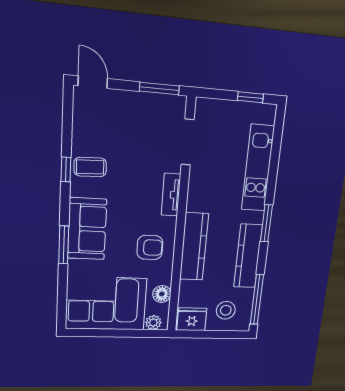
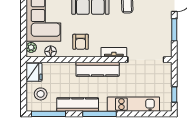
window: (159, 89) -> (174, 30), moved
doorway: (188, 142) -> (146, 60), width x1.36
window: (266, 223) -> (100, 114), width x1.44
kitchen counter: (194, 247) -> (98, 69), moved

